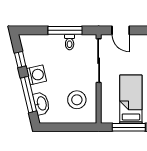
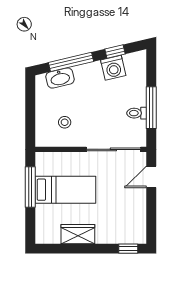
washing machine: (36, 75) -> (113, 68), moved
stool: (77, 100) -> (65, 122), width x0.53, depth x0.53

